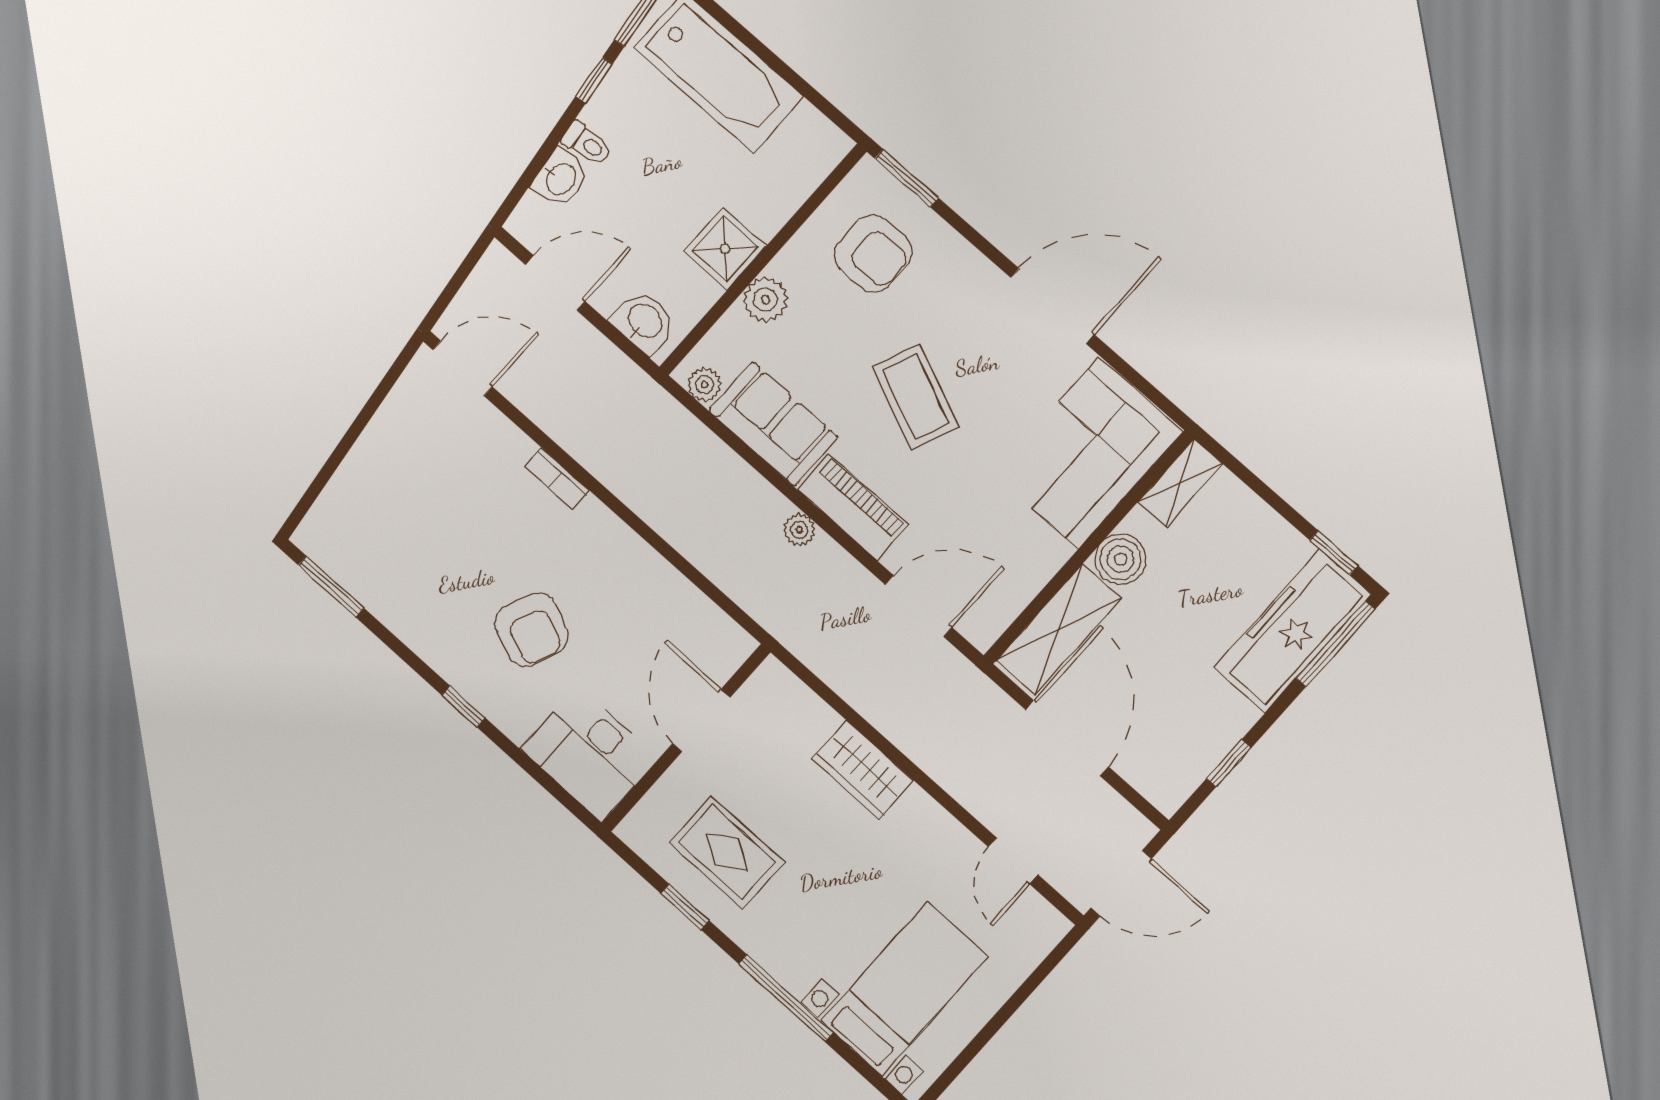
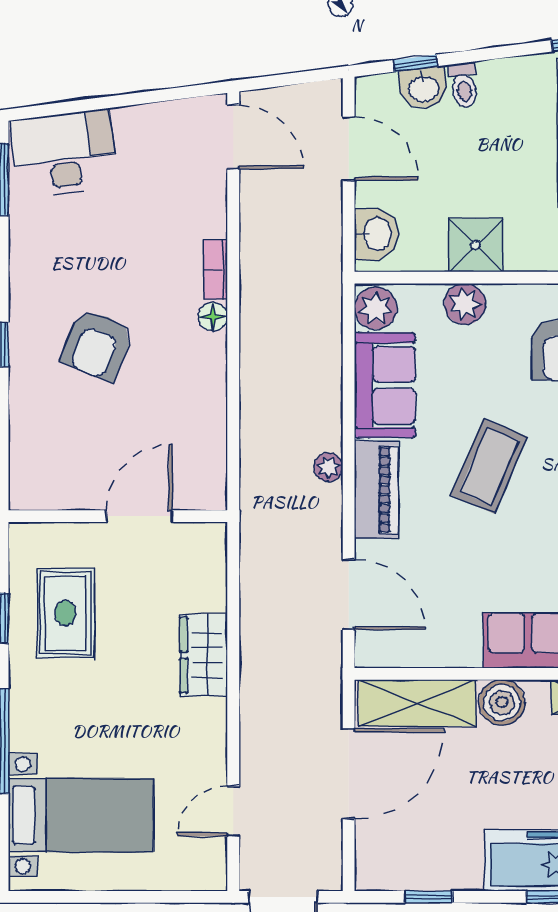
window: (594, 80) -> (415, 63), moved
plant: (705, 385) -> (376, 308), width x1.38, depth x1.38
floor lamp: (593, 515) -> (213, 317), added
desk: (590, 754) -> (64, 153), moved, turned 83

